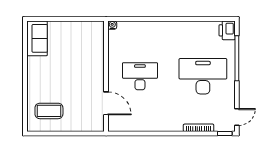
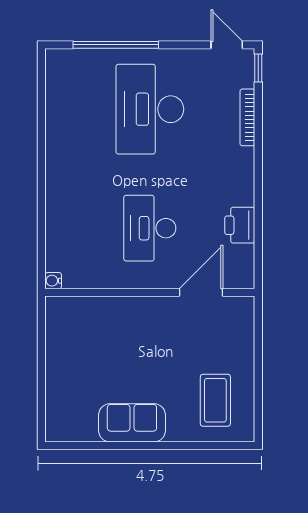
printer: (227, 30) -> (240, 225), moved, turned 90
sofa: (37, 38) -> (132, 423), moved

